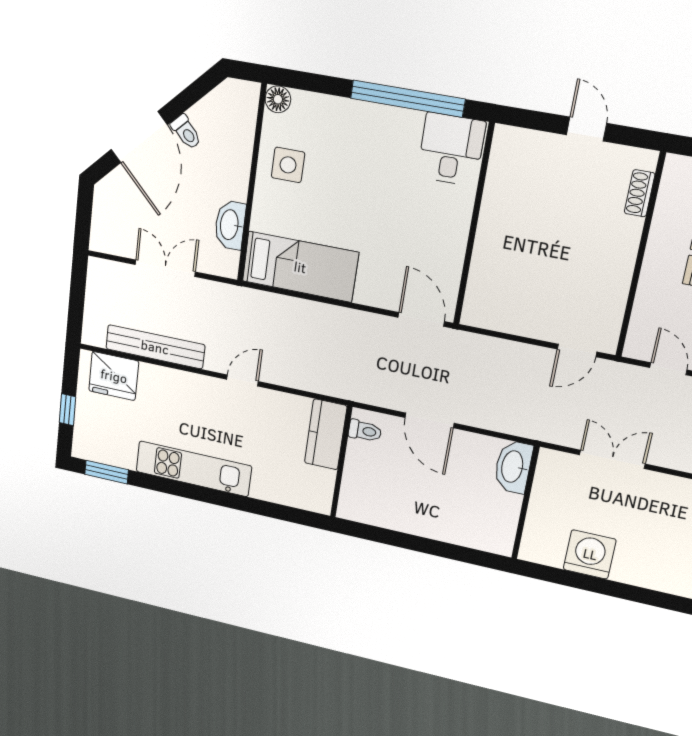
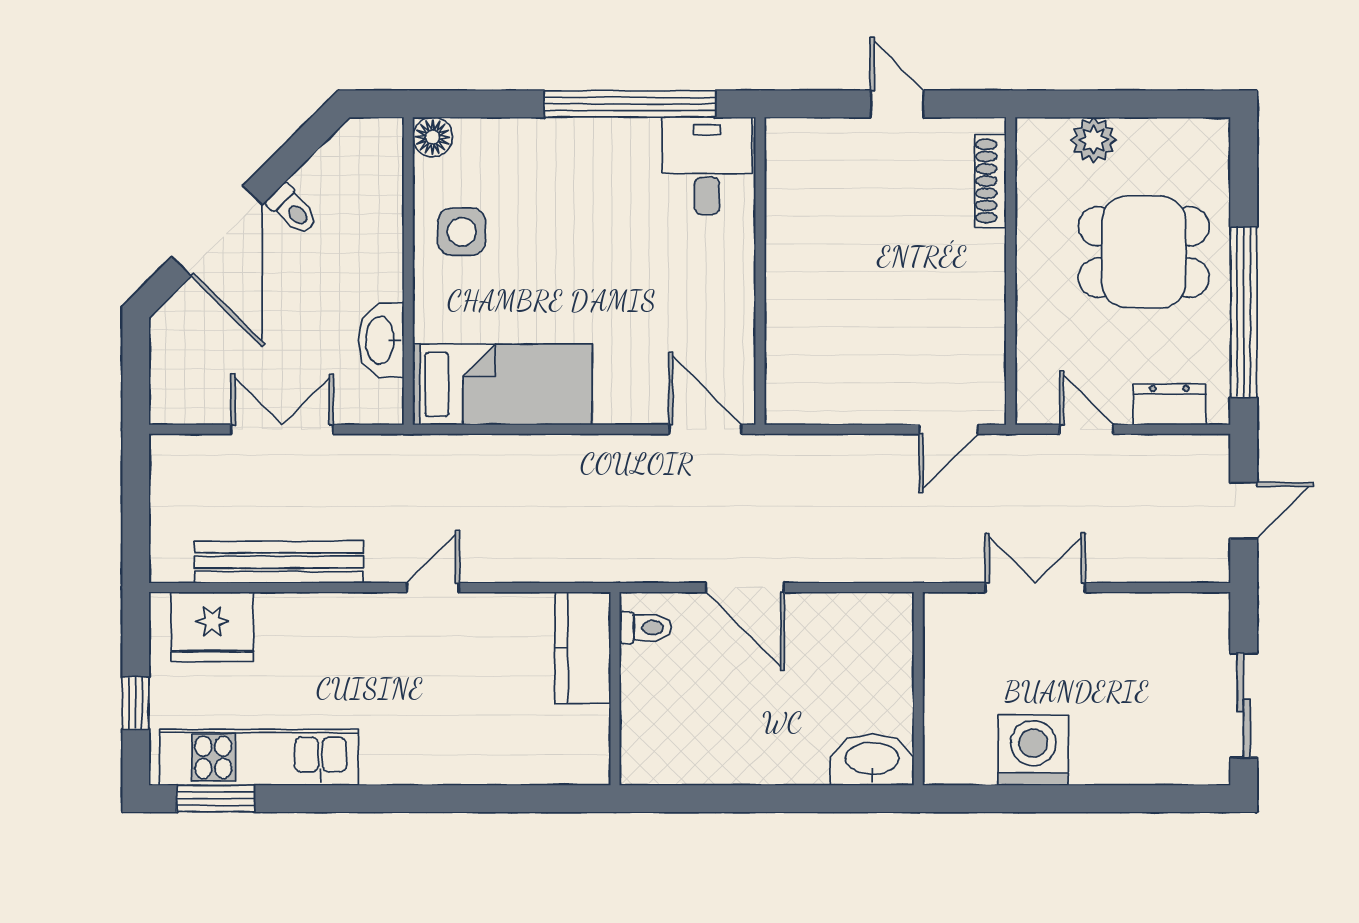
shoe rack: (640, 193) -> (990, 181), width x1.43
washbasin: (513, 467) -> (872, 760), moved, turned 90
kitchen unit: (194, 469) -> (259, 757), moved

